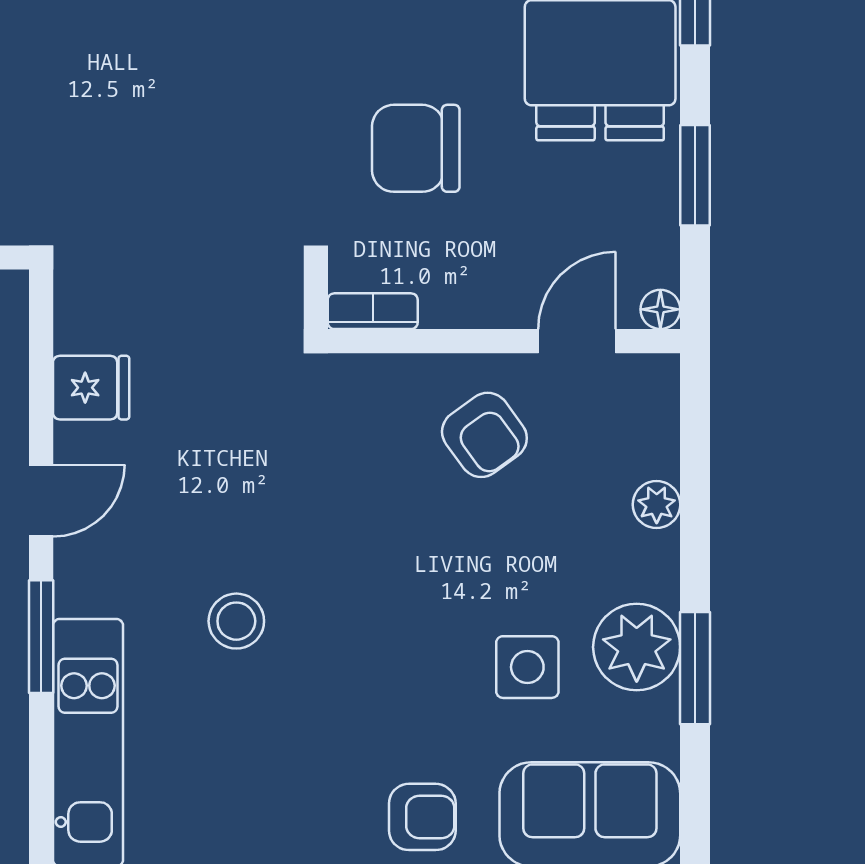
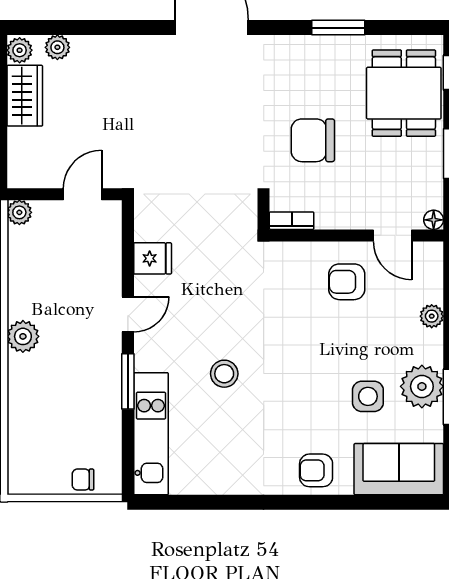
door: (577, 341) -> (392, 235), swing flipped
armchair: (484, 435) -> (347, 282), turned 126
armchair: (422, 817) -> (316, 470), turned 180

